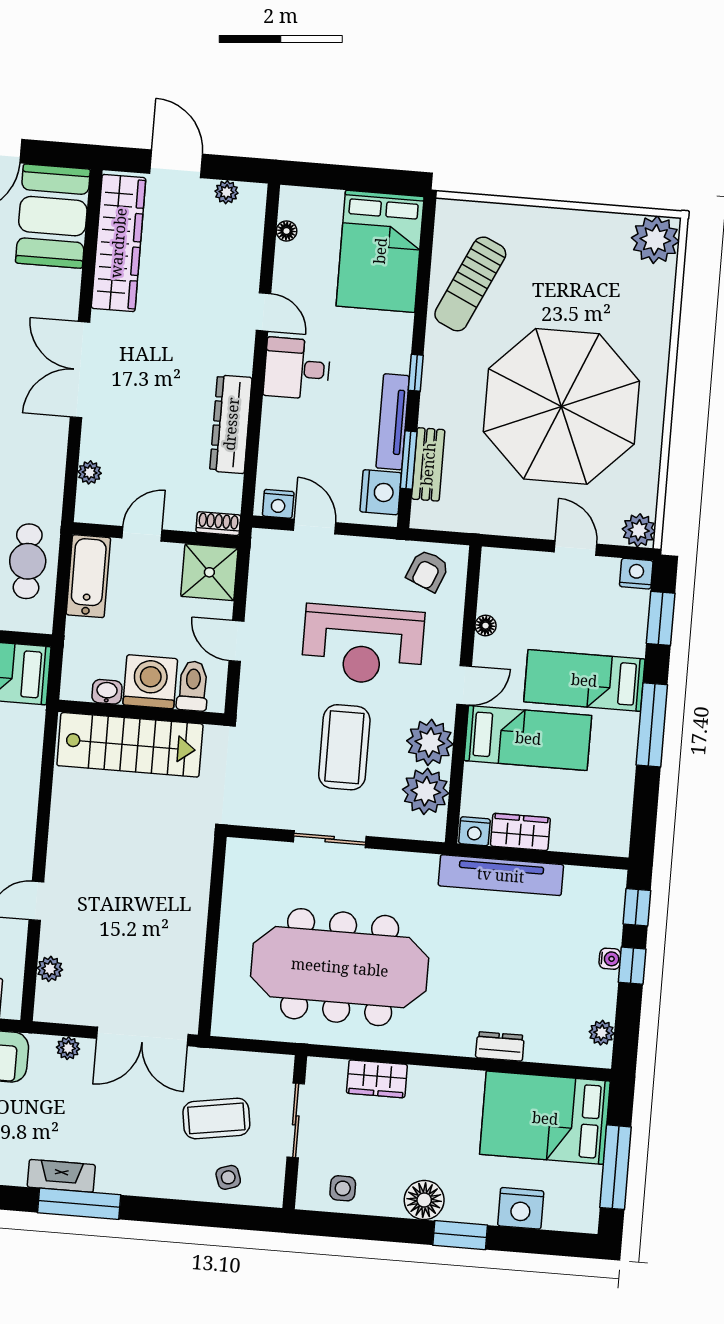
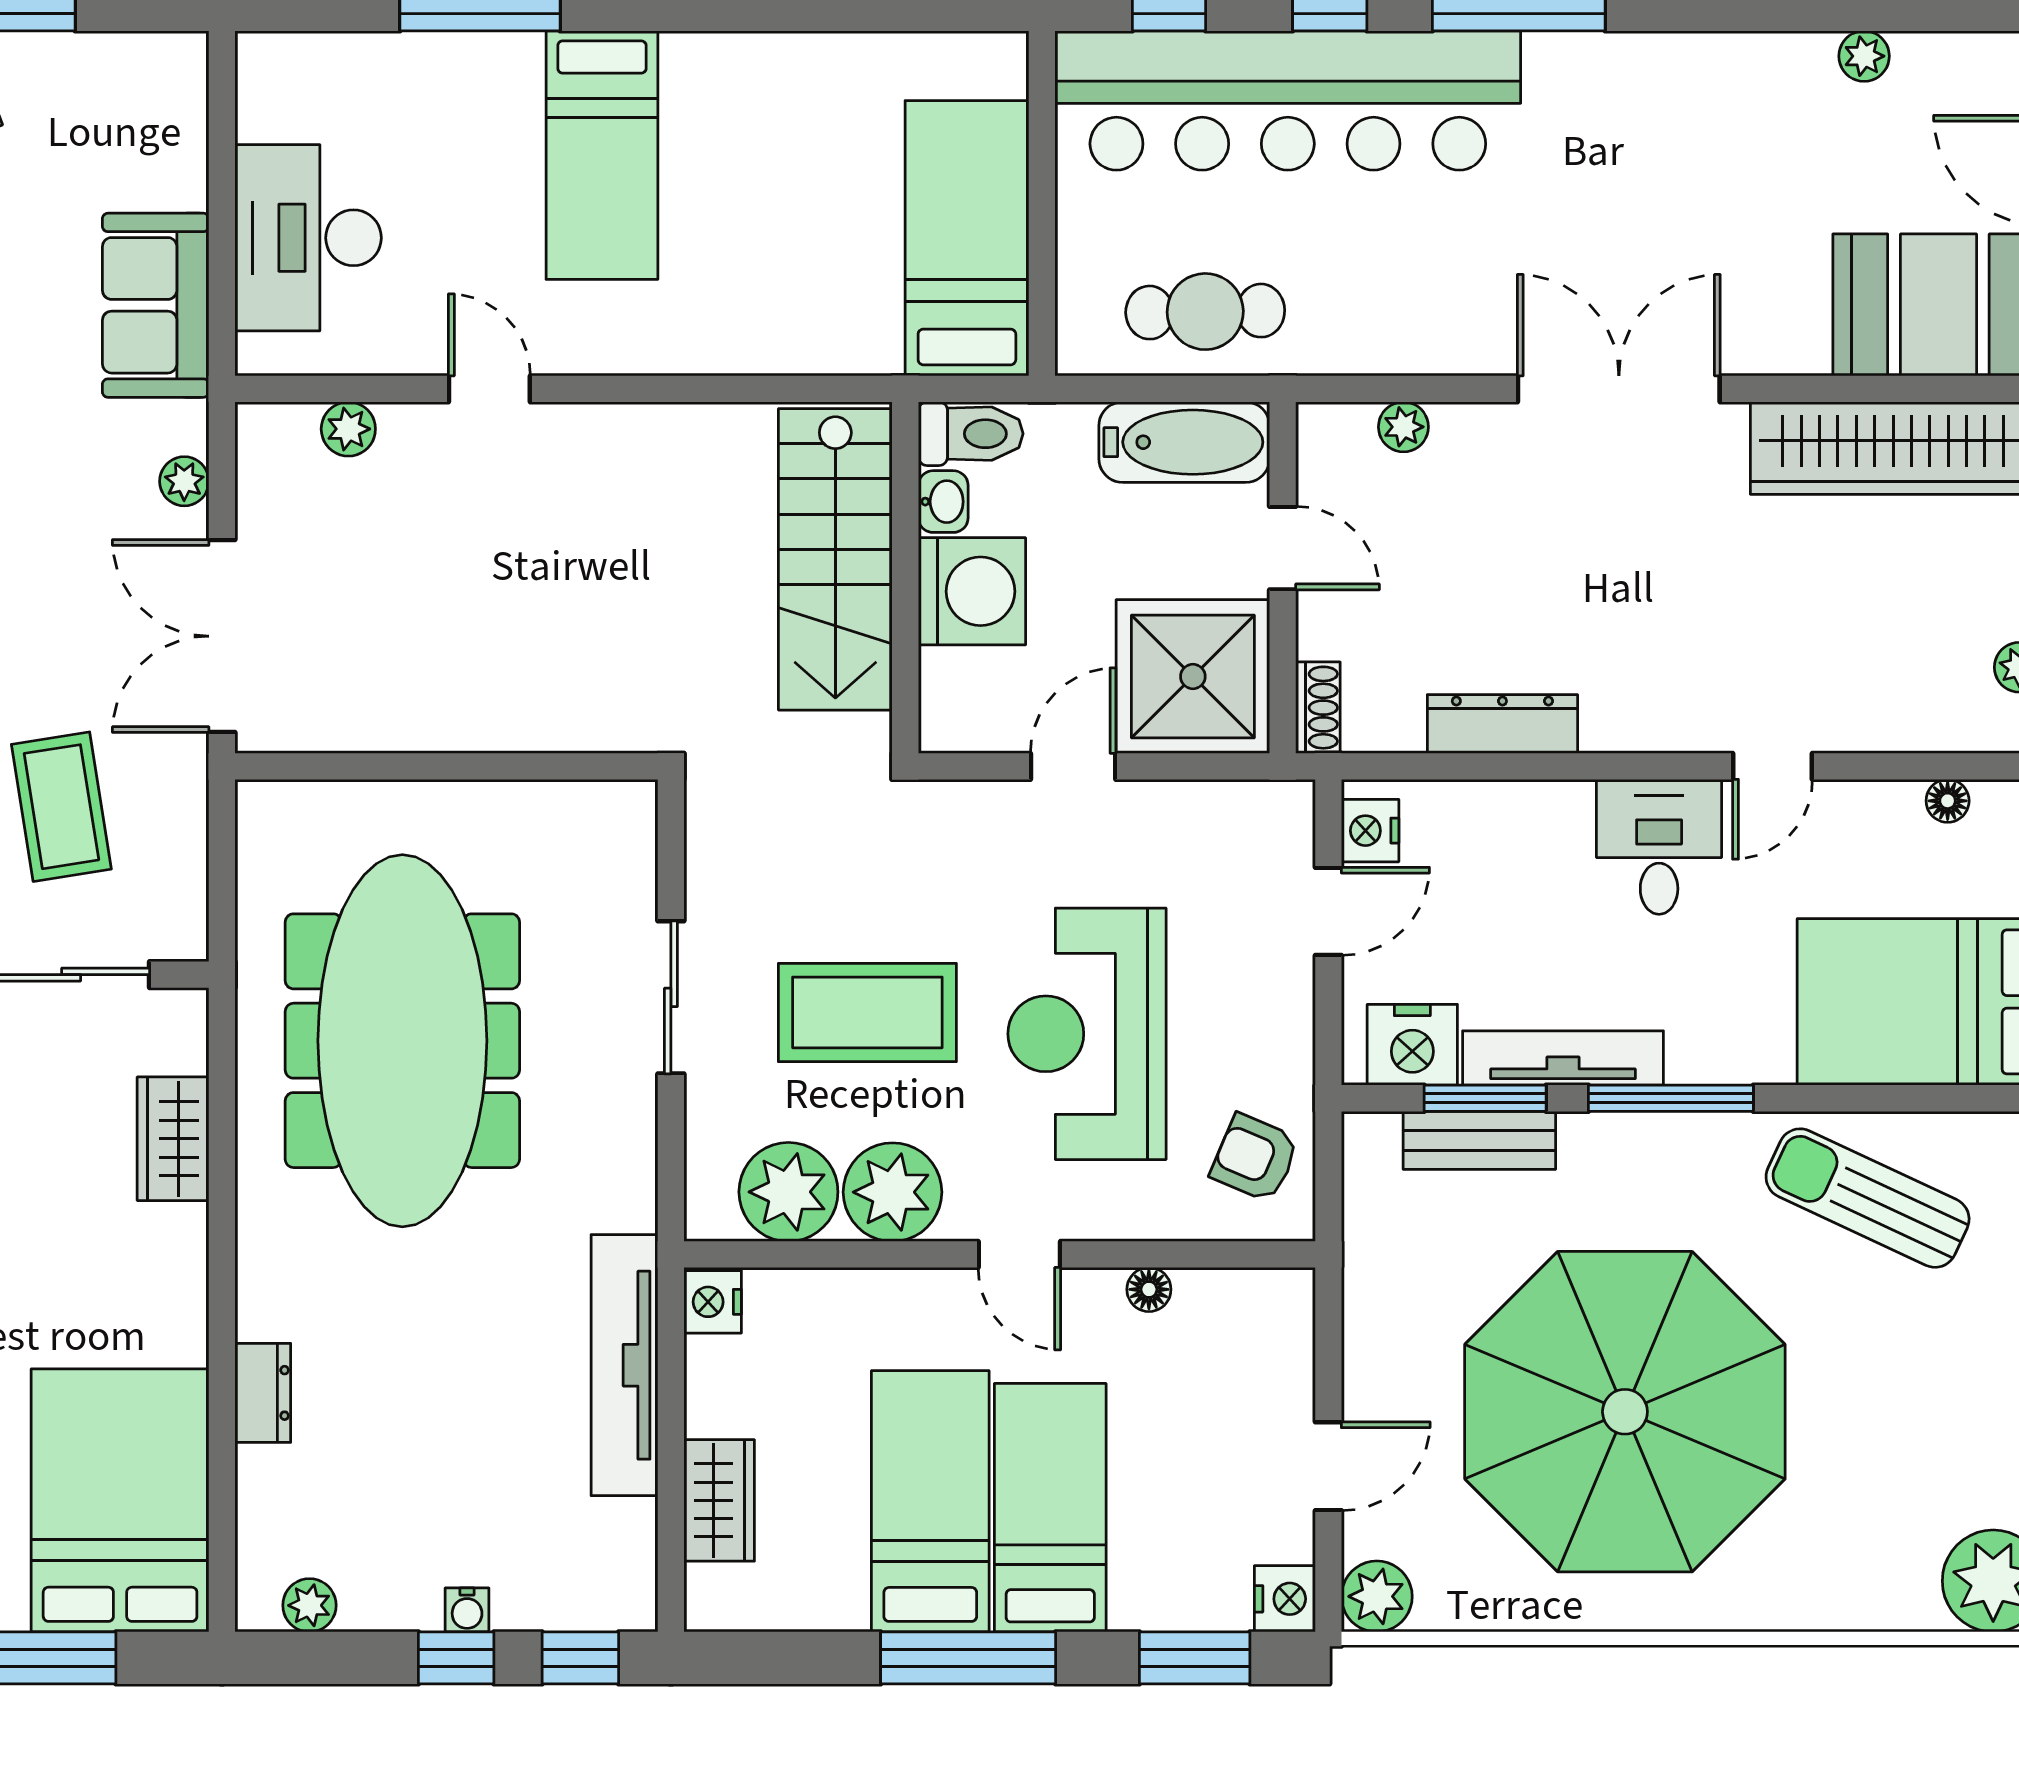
window: (416, 373) -> (1671, 1098), width x2.17
dresser: (231, 424) -> (1502, 724), width x0.73, depth x0.80
shower: (209, 572) -> (1193, 676), width x1.37, depth x1.37
toilet: (193, 686) -> (971, 434), moved
bed: (528, 738) -> (930, 1501), moved, turned 180
wardrobe: (520, 832) -> (719, 1500), moved

